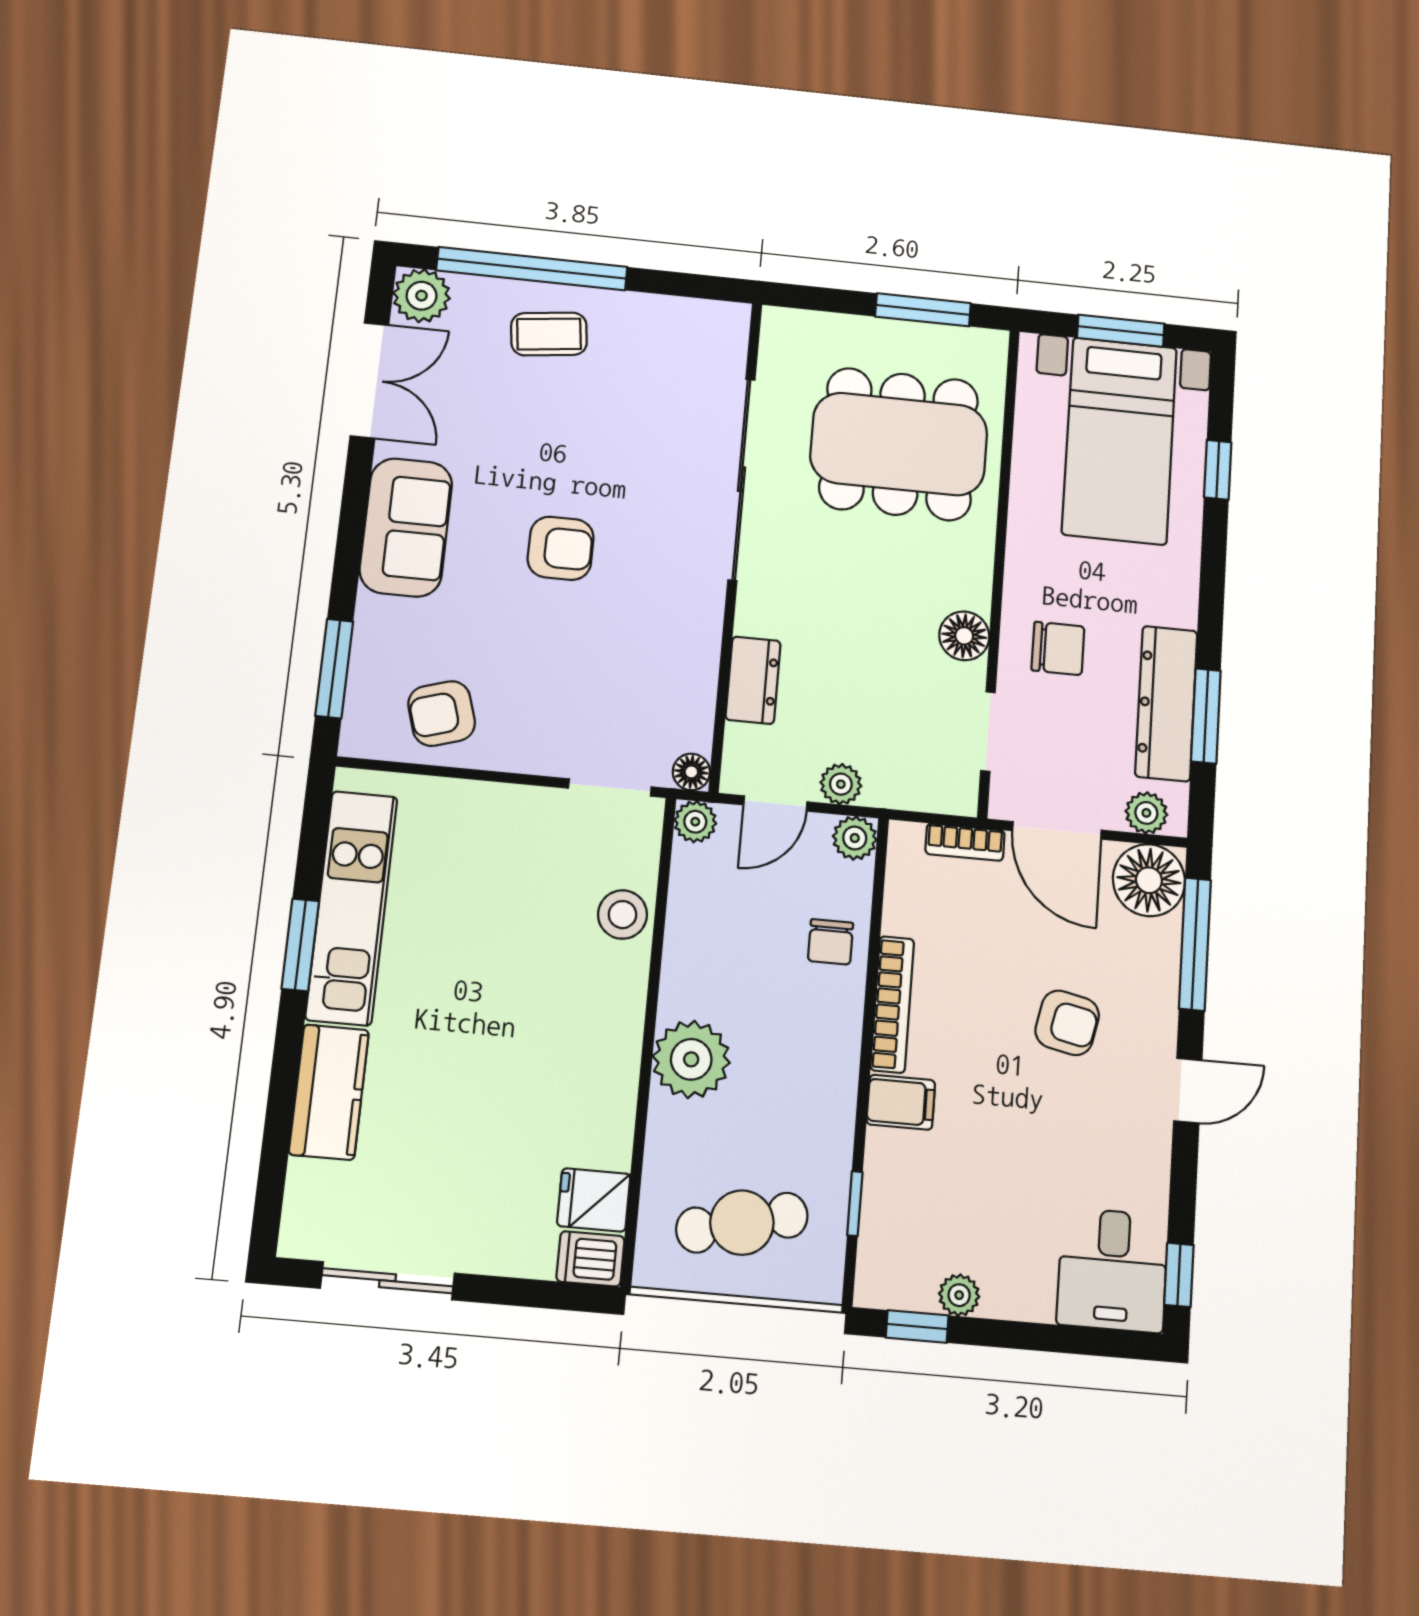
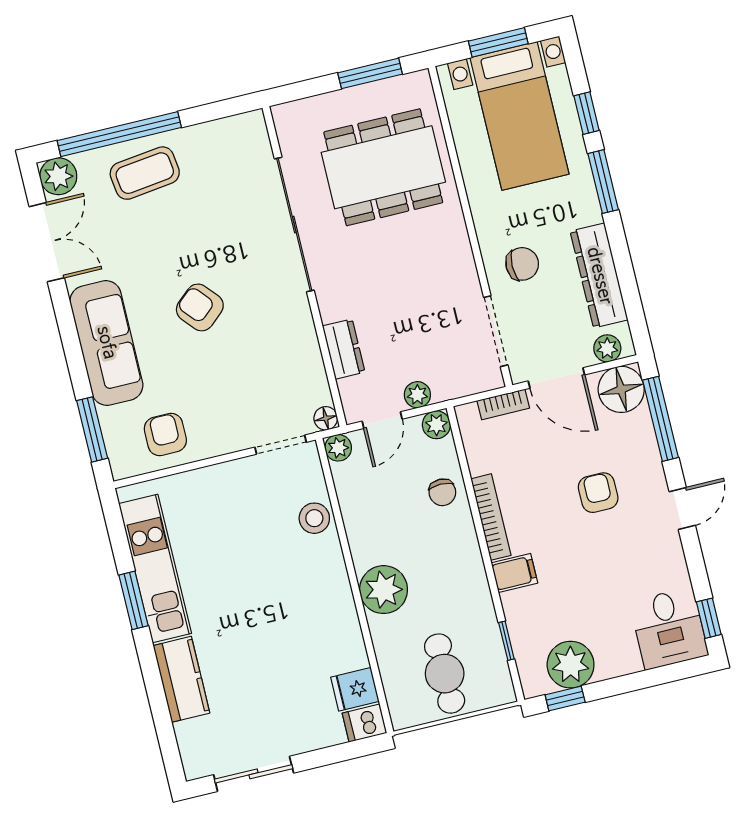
coffee table: (549, 334) -> (145, 173), width x1.36, depth x1.30
sofa: (406, 527) -> (106, 343), width x1.36
armchair: (561, 548) -> (200, 307), turned -131
floor lamp: (964, 636) -> (462, 276), removed
armchair: (442, 713) -> (165, 434), turned 107
window: (1206, 716) -> (603, 182), moved
doorway: (988, 731) -> (496, 331), width x1.38
armchair: (1067, 1023) -> (598, 493), turned -102
cafe table: (742, 1223) -> (445, 674), turned -76
plant: (959, 1295) -> (571, 665), width x1.88, depth x1.88

